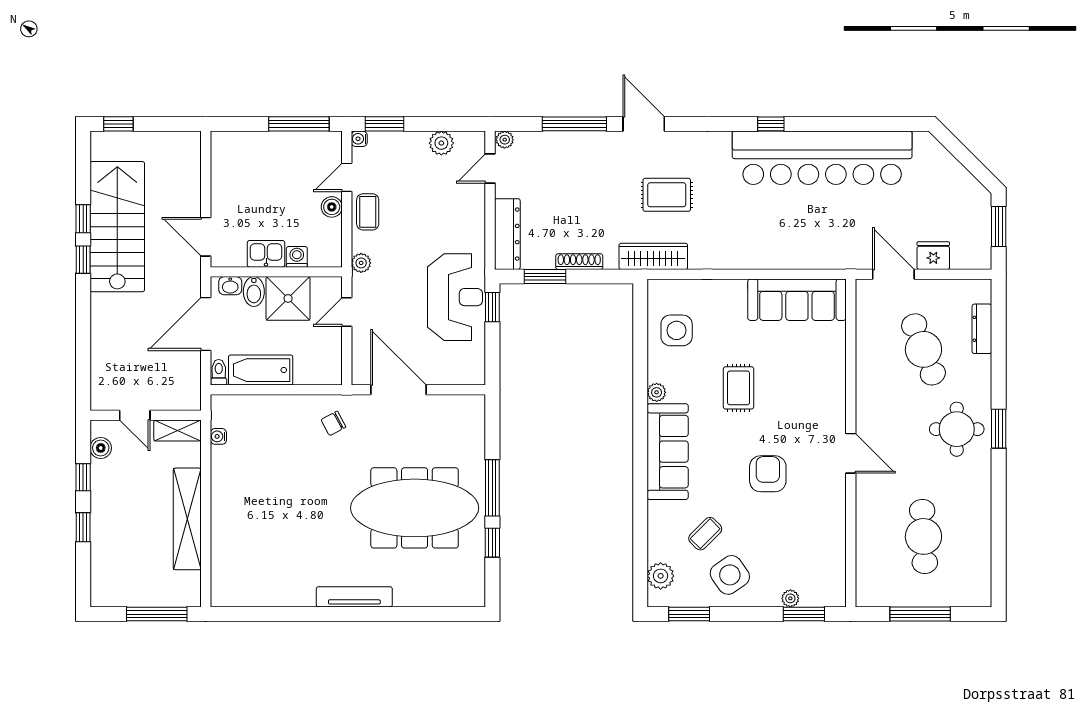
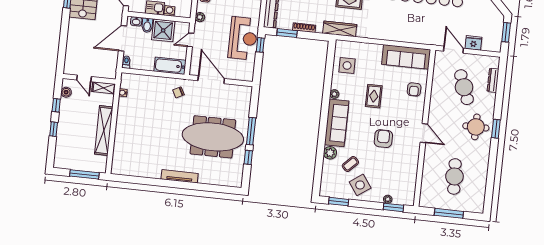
armchair: (820, 365) -> (414, 89), added
bathtub: (261, 370) -> (170, 66), moved
plant: (661, 576) -> (330, 153), moved

